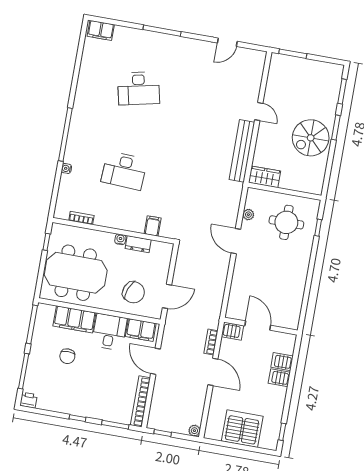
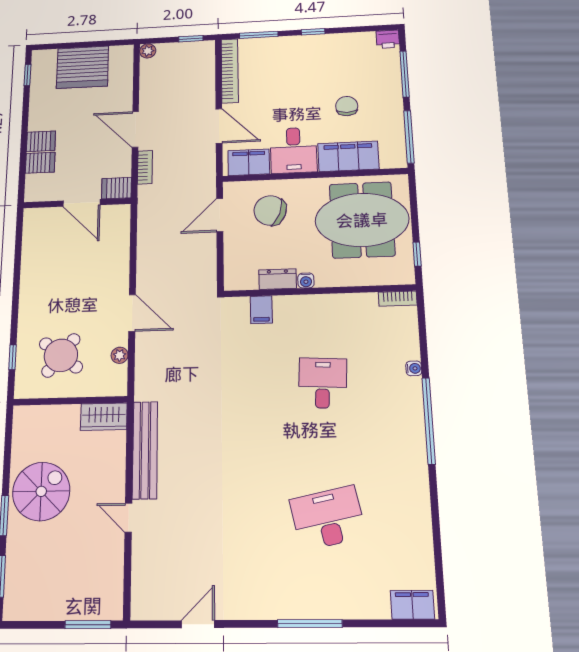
desk: (124, 171) -> (323, 383), width x0.73
bookcase: (81, 218) -> (398, 299), moved
round table: (286, 222) -> (61, 355), turned 38

